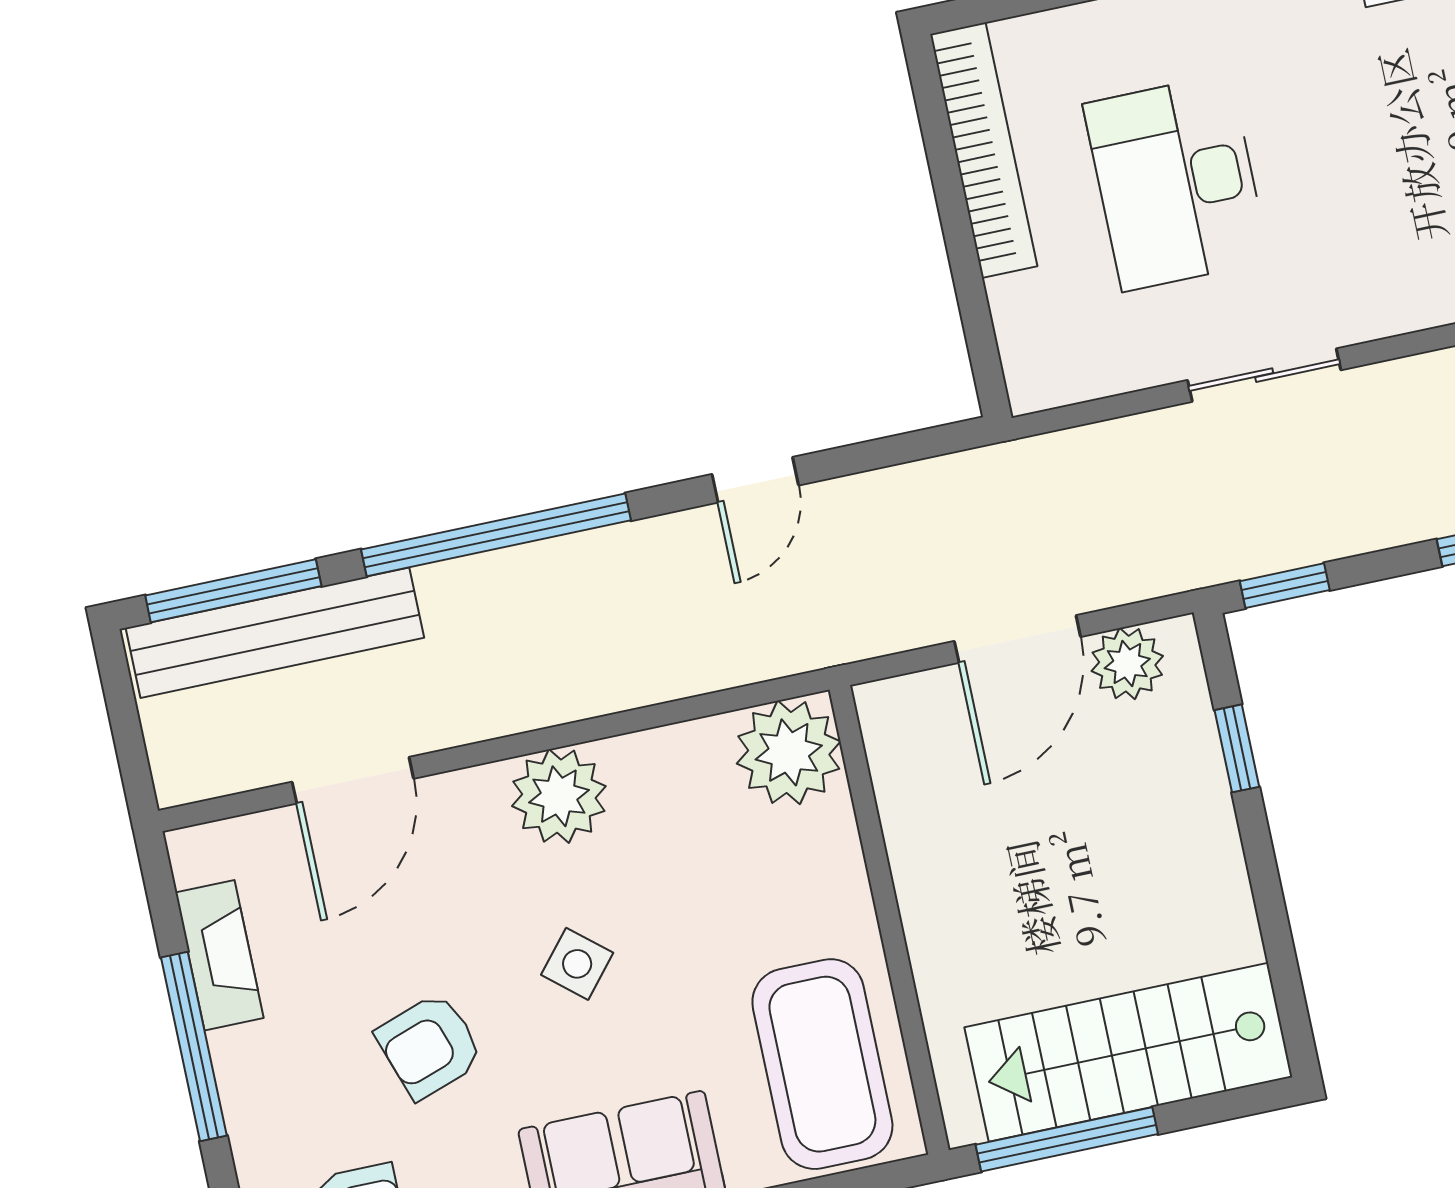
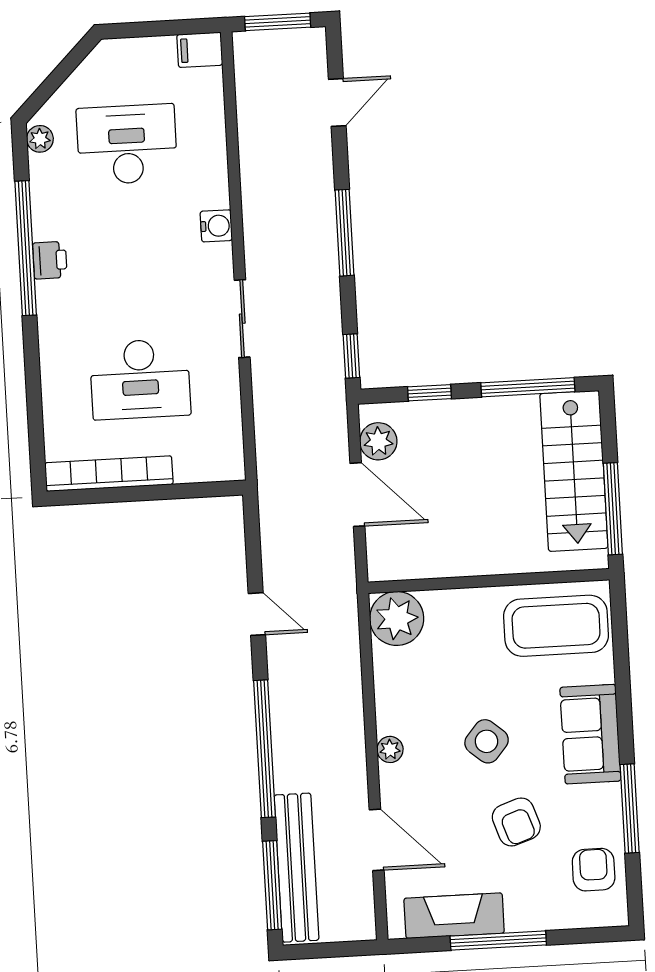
sliding door: (1264, 375) -> (242, 319), moved
plant: (559, 796) -> (390, 749), width x0.53, depth x0.53
window: (1277, 938) -> (528, 387), added
fireplace: (219, 955) -> (454, 916), width x1.37, depth x1.32
side table: (577, 964) -> (487, 741), width x1.37, depth x1.37

